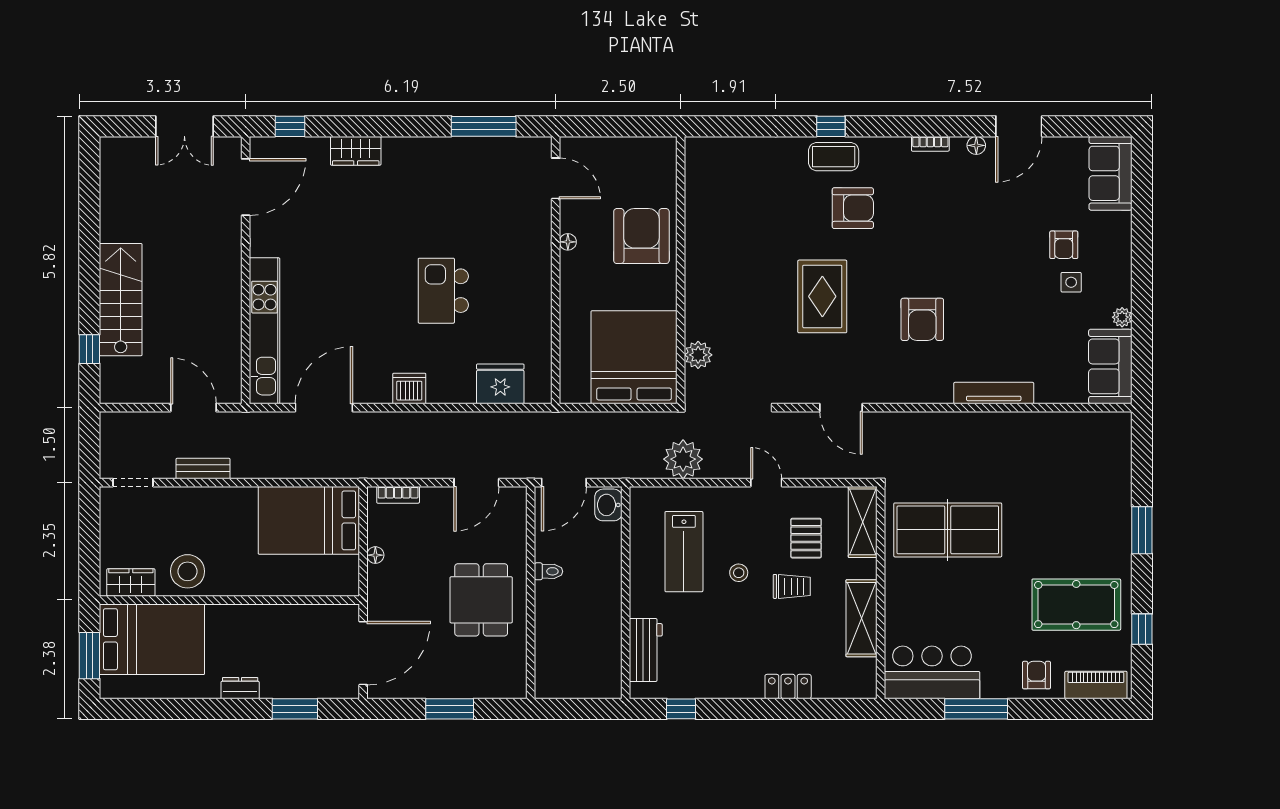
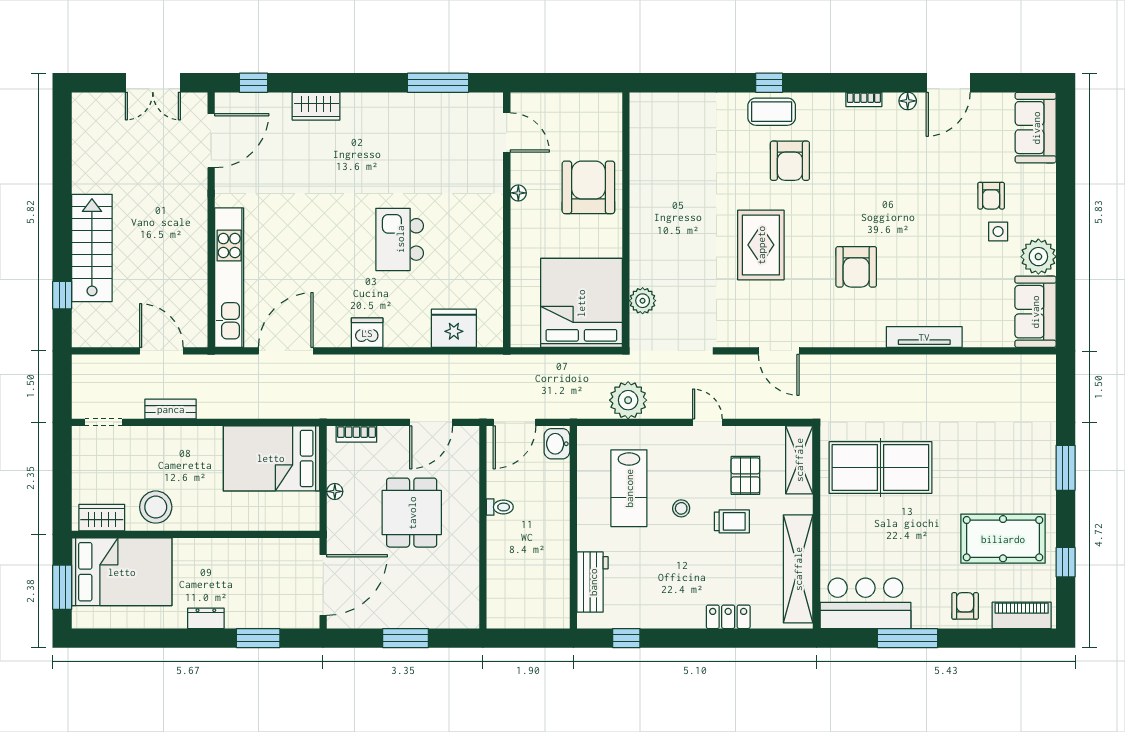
armchair: (853, 208) -> (790, 161), turned 90
plant: (1122, 317) -> (1038, 257), width x1.88, depth x1.88
dining table: (481, 600) -> (412, 513), moved
shelving: (861, 618) -> (798, 569), width x1.47

